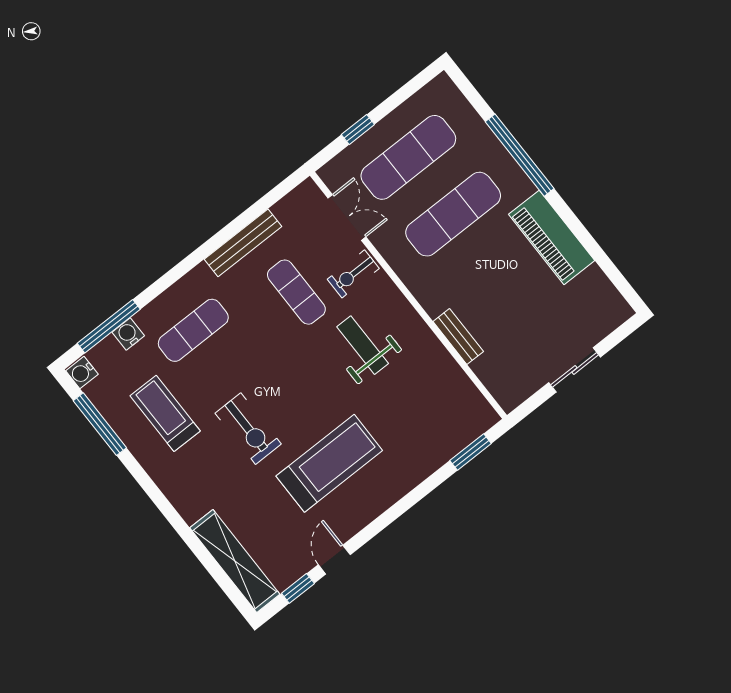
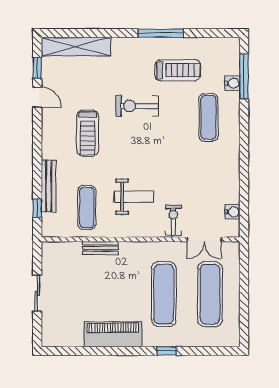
window: (358, 130) -> (244, 280), removed
window: (520, 155) -> (167, 351), width x0.32
bench: (243, 243) -> (49, 186), moved
exercise mat: (296, 292) -> (87, 207), moved, turned 90
water cooler: (82, 372) -> (232, 212), moved, turned 90
window: (100, 424) -> (161, 33), moved
window: (471, 452) -> (37, 208), width x0.67
treadmill: (329, 463) -> (88, 133), width x0.73, depth x0.73

